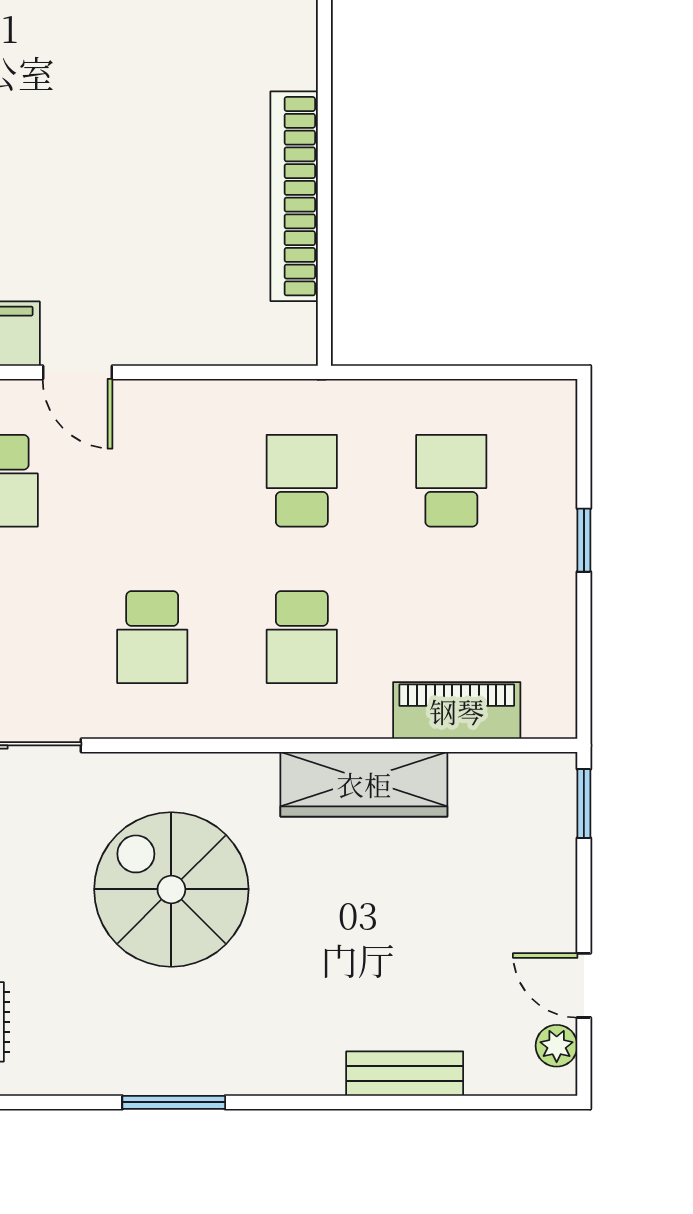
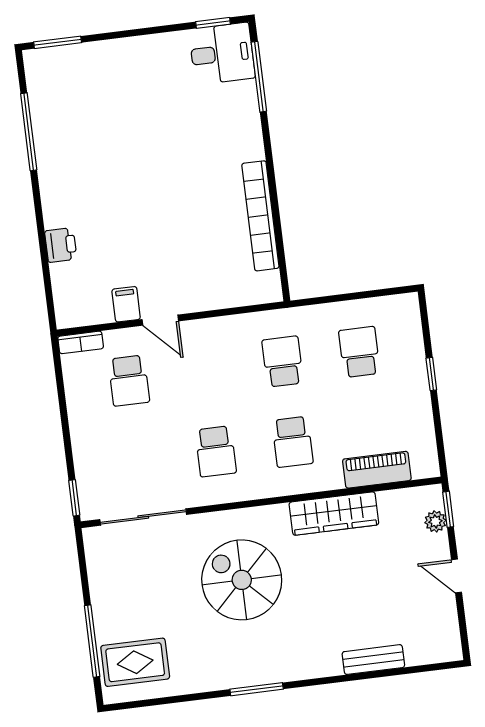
door: (584, 985) -> (457, 576), moved
plant: (557, 1046) -> (435, 521), moved

